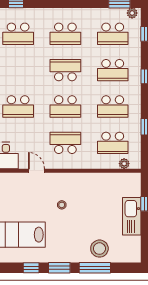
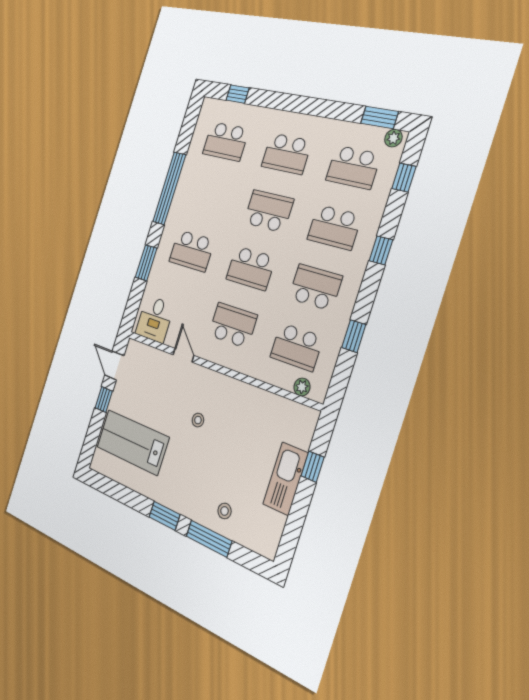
school desk: (113, 106) -> (315, 287), turned 180
stool: (99, 249) -> (225, 511), width x0.53, depth x0.53
window: (31, 268) -> (131, 499), removed

